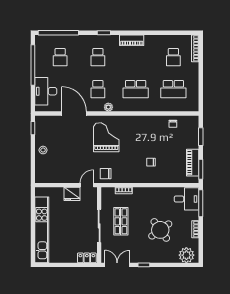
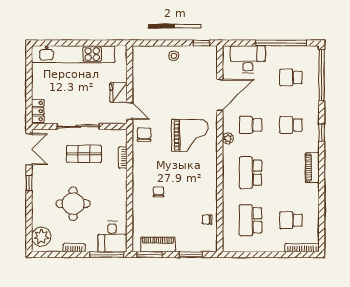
round table: (160, 230) -> (73, 204), turned 36

